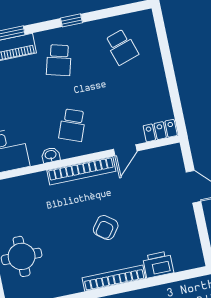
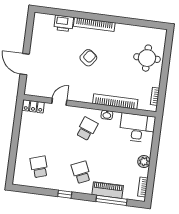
school desk: (59, 60) -> (81, 172), turned -39
bookcase: (81, 171) -> (115, 102), moved

